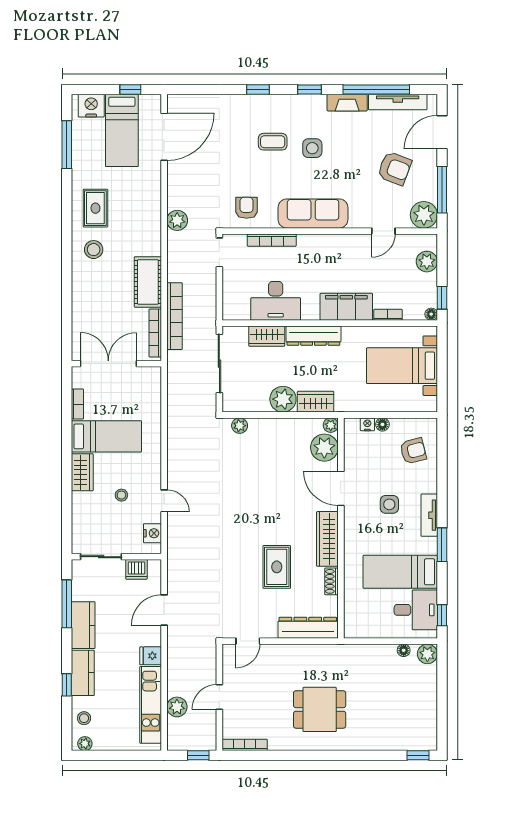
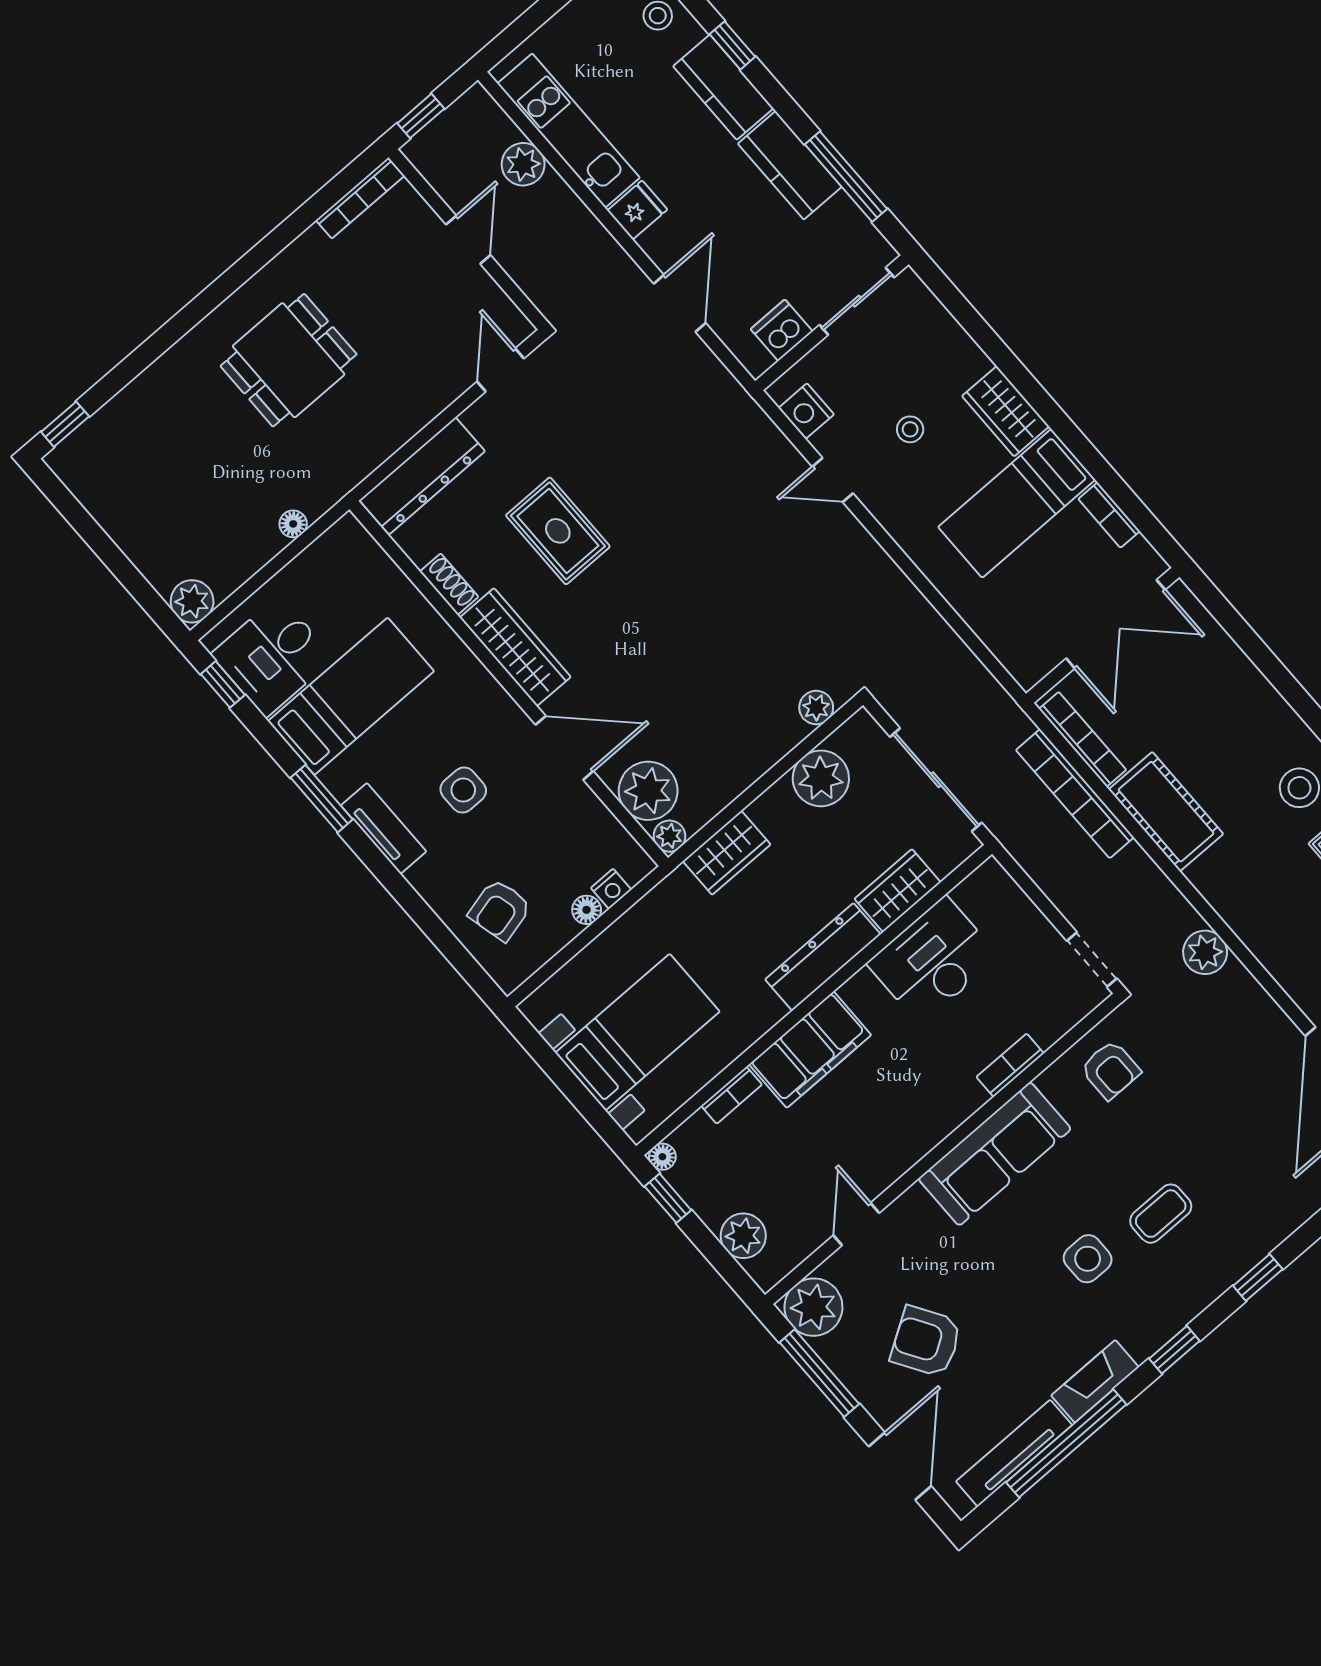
armchair: (395, 168) -> (926, 1341), turned 37
bookcase: (272, 240) -> (1010, 1065), width x0.64
plant: (283, 399) -> (821, 778), moved
floor lamp: (404, 650) -> (293, 524), moved

